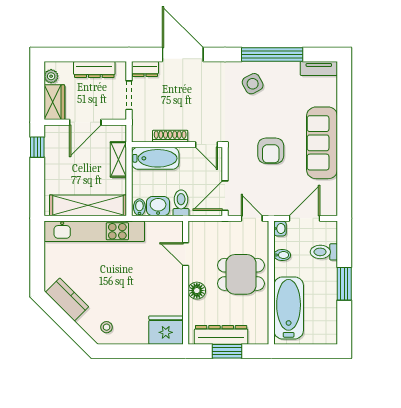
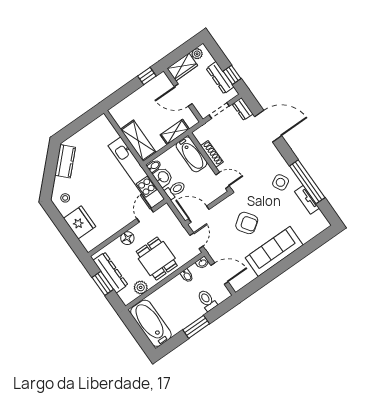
window: (100, 55) -> (232, 75), added
door: (183, 55) -> (268, 126), hinge flipped
tv unit: (319, 69) -> (307, 200), moved
door: (207, 145) -> (222, 180), swing flipped
armchair: (271, 151) -> (247, 223), turned -125
shelving: (88, 205) -> (138, 141), width x0.68
kitchen unit: (94, 231) -> (136, 172), moved
bathtub: (289, 308) -> (151, 323), moved, turned -90
plant: (260, 314) -> (141, 287), added
fridge: (166, 330) -> (80, 222), moved

